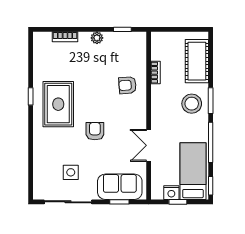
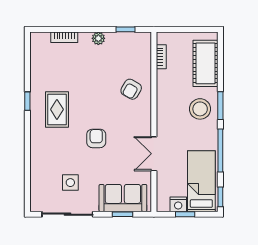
bookcase: (155, 73) -> (161, 57), moved
armchair: (127, 85) -> (131, 89), turned -56
rug: (58, 104) -> (57, 109), width x0.73, depth x0.70

